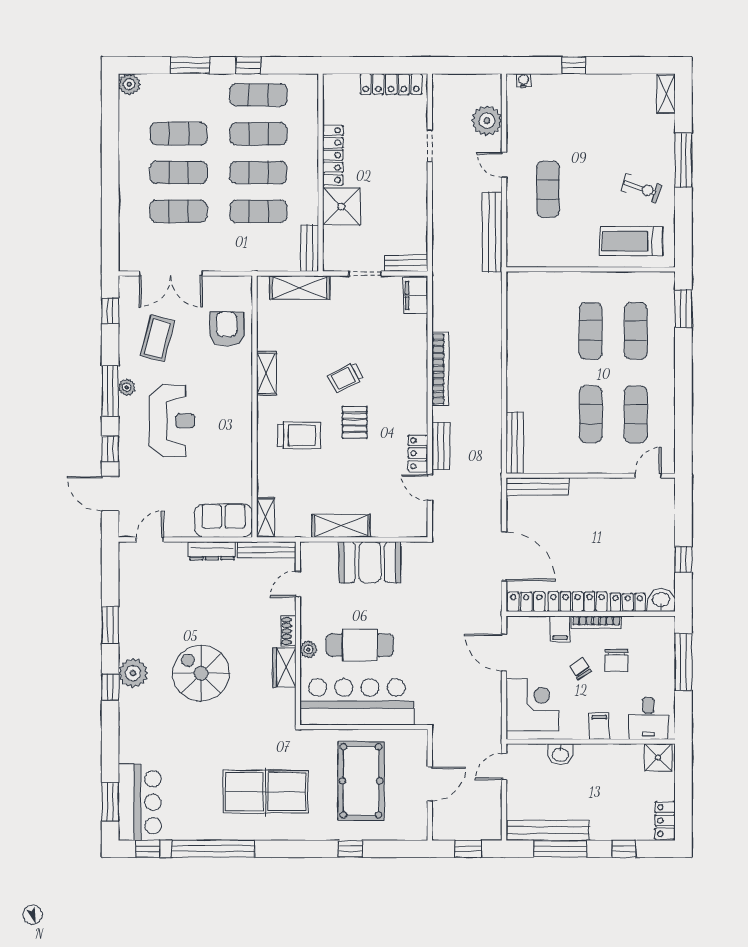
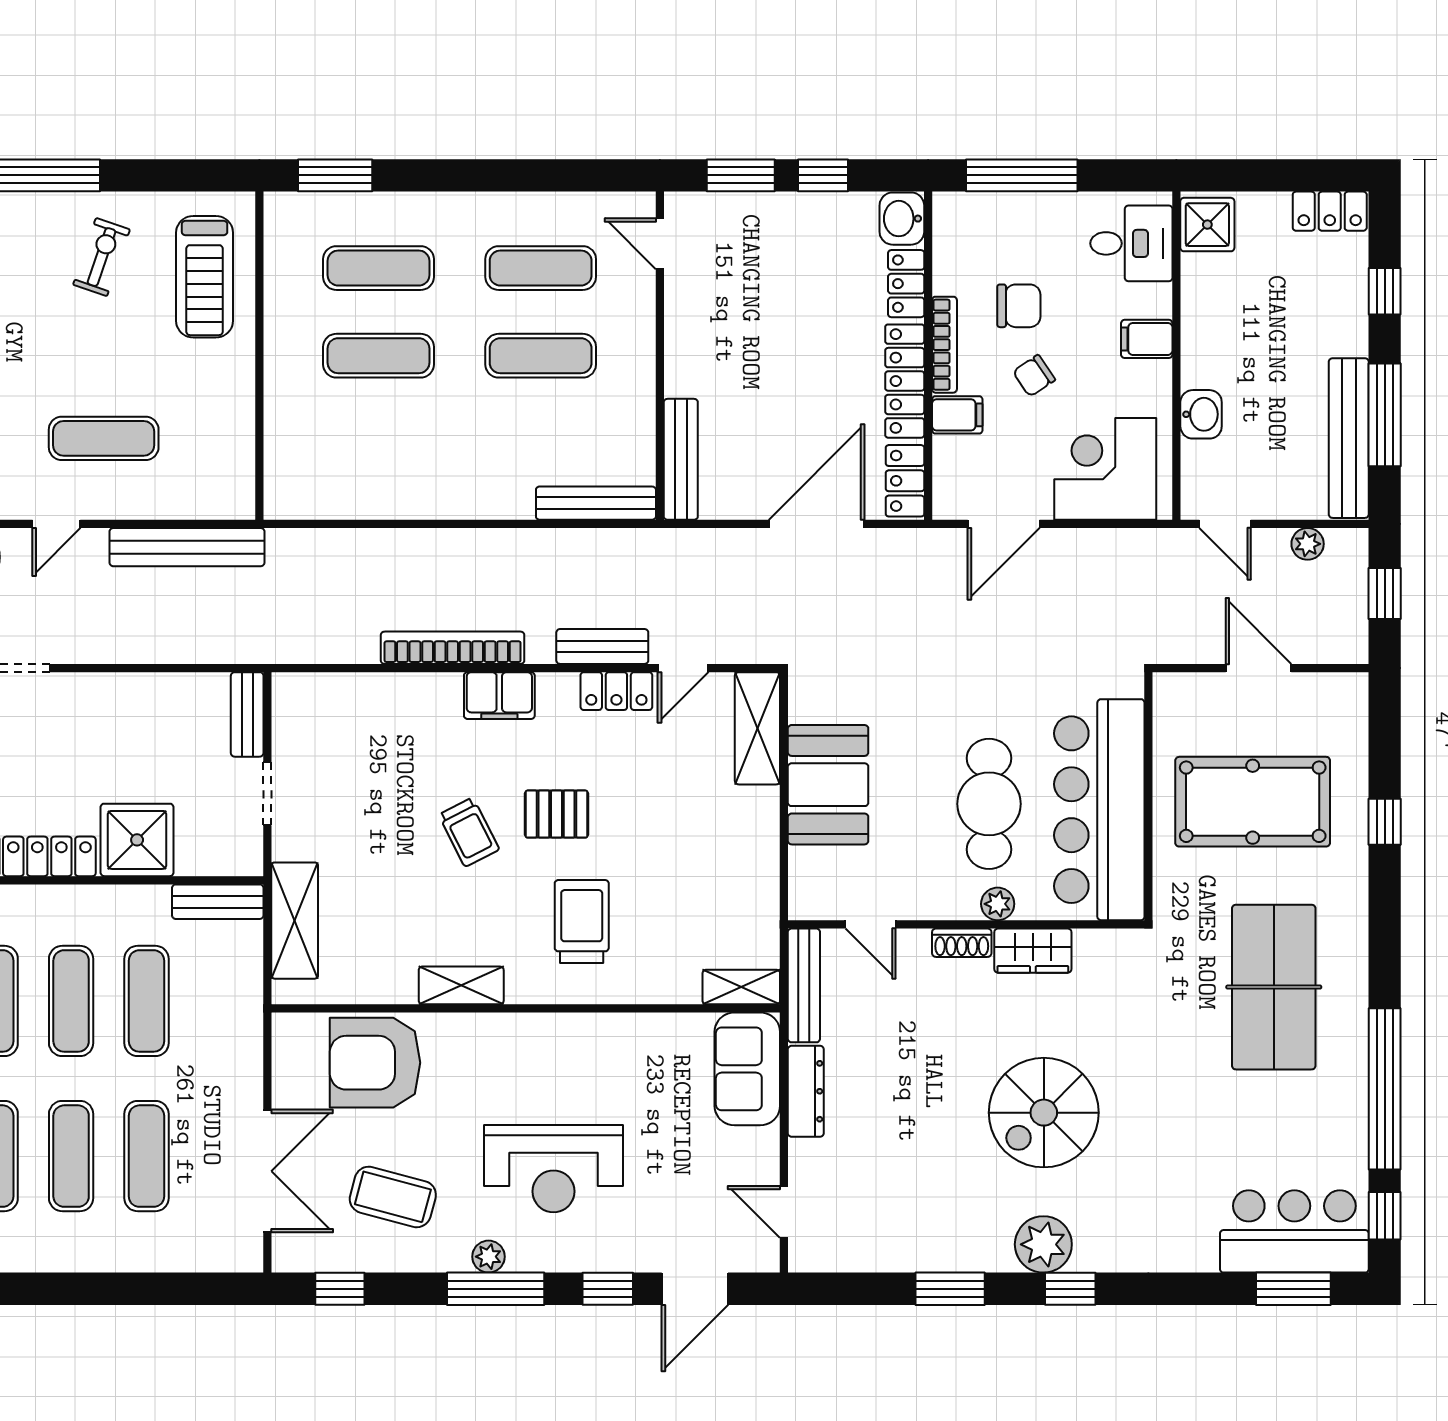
filing cabinet: (416, 296) -> (499, 696), moved
armchair: (227, 329) -> (375, 1063), width x1.36, depth x1.36
reception desk: (172, 421) -> (553, 1169), turned 180
window: (683, 517) -> (741, 175), added
shelving: (341, 526) -> (757, 728), moved
plant: (494, 809) -> (1308, 544), added

